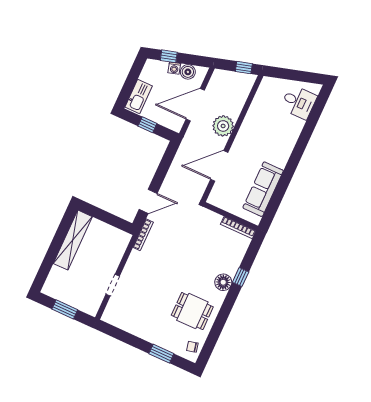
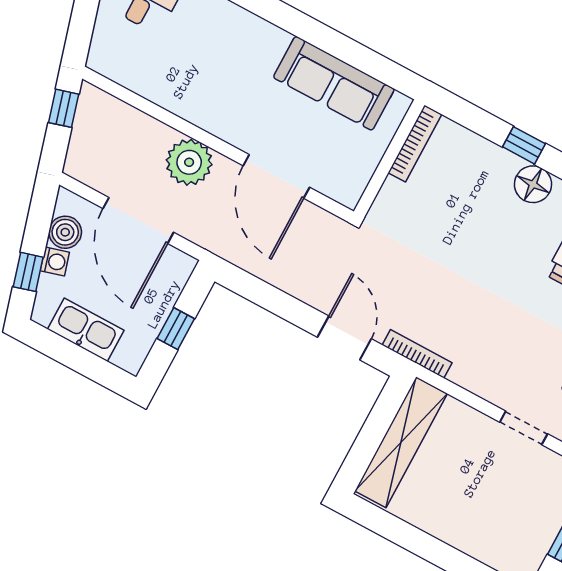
kitchen sink: (139, 97) -> (86, 330), moved
shelving: (73, 240) -> (401, 442), moved, turned 90

